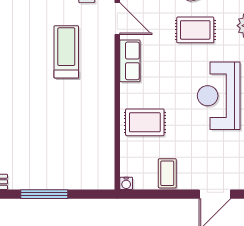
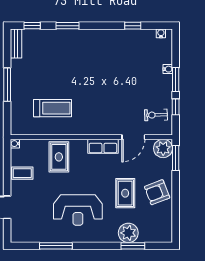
treadmill: (66, 52) -> (53, 108), moved
reception desk: (219, 96) -> (78, 210), turned 180

